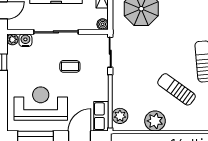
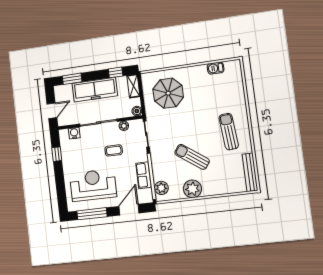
plant: (12, 39) -> (124, 126), moved
sun lounger: (176, 89) -> (192, 157), moved
row of seats: (101, 116) -> (143, 175), moved

